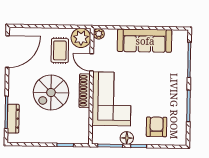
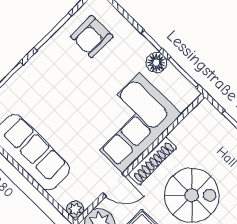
door: (92, 62) -> (114, 185), hinge flipped
armchair: (157, 127) -> (92, 37), moved

